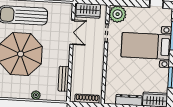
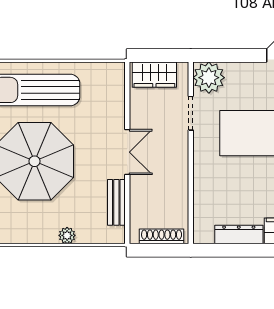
double door: (72, 32) -> (127, 152), moved

